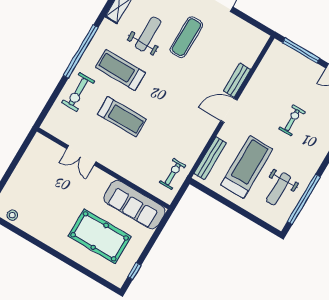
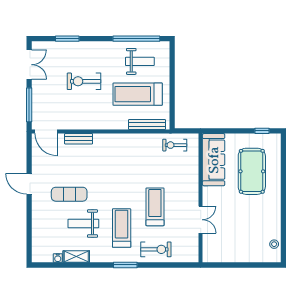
window: (81, 51) -> (125, 265), width x0.47
treadmill: (120, 70) -> (122, 228), turned 180
door: (229, 110) -> (46, 132), moved
exercise bike: (292, 120) -> (84, 81), width x1.38, depth x1.39

